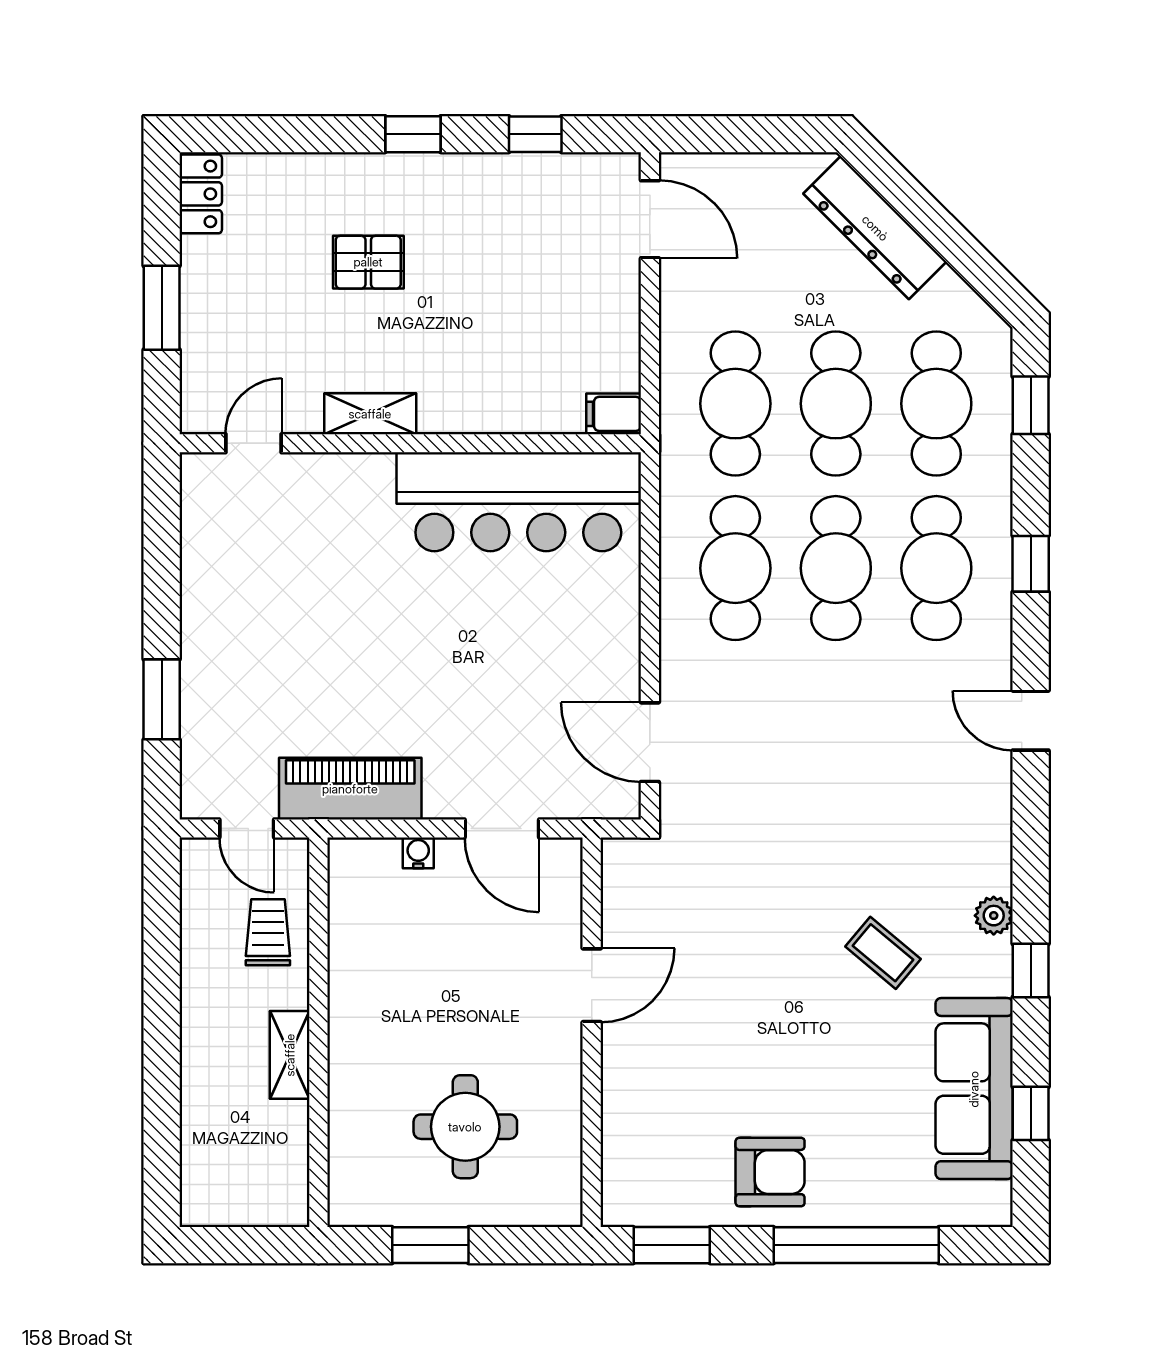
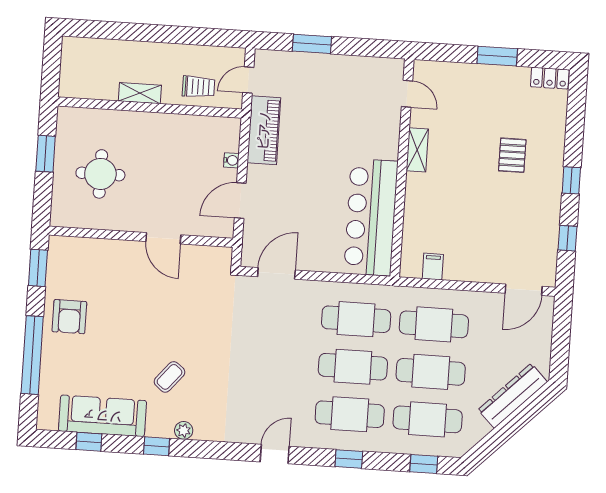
shelving: (370, 414) -> (417, 150), moved
door: (254, 443) -> (407, 94), moved
wall: (410, 443) -> (402, 168), moved
bar counter: (518, 502) -> (371, 217), moved

